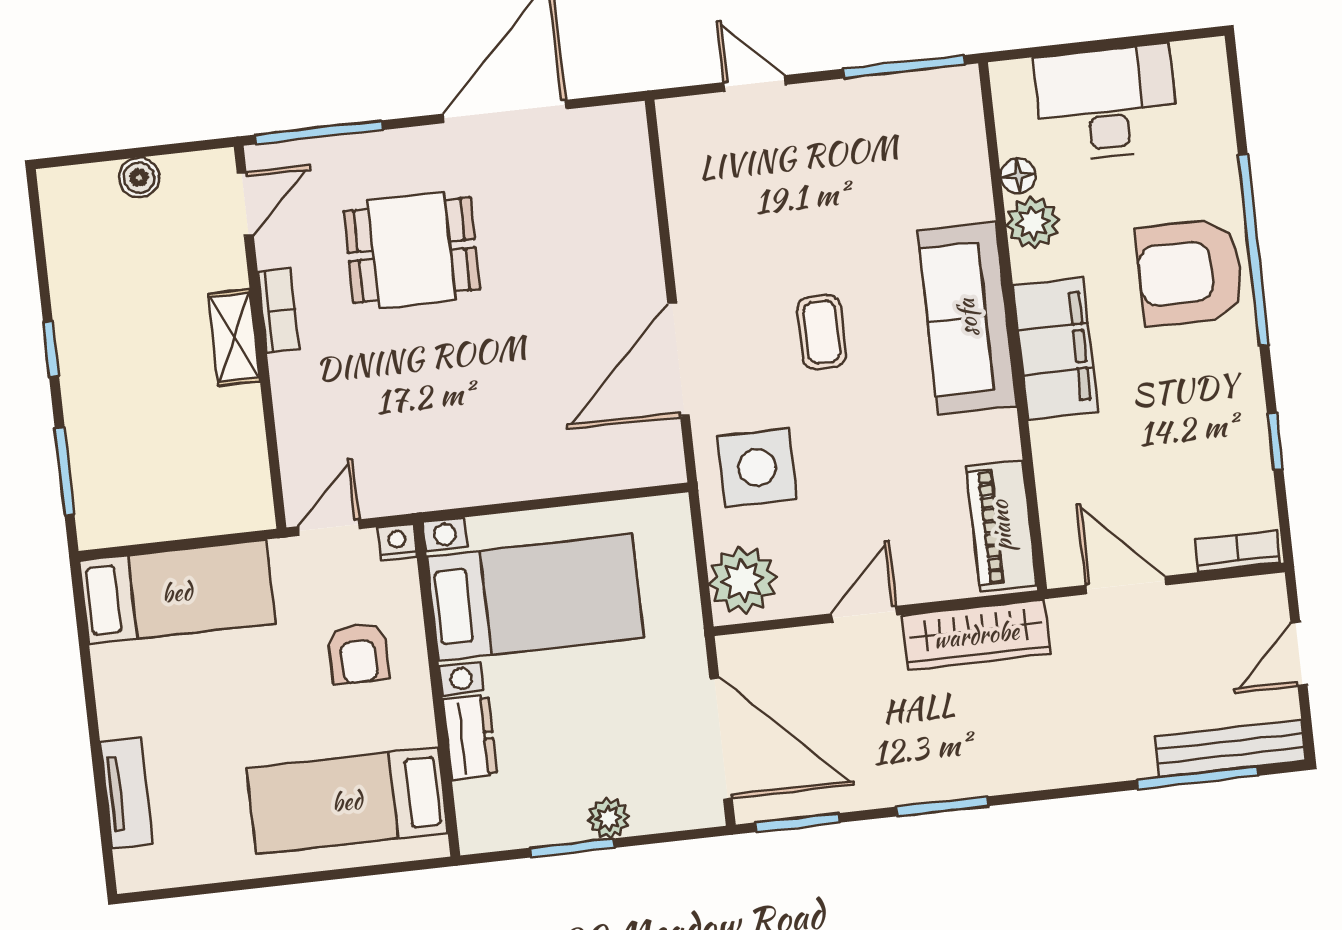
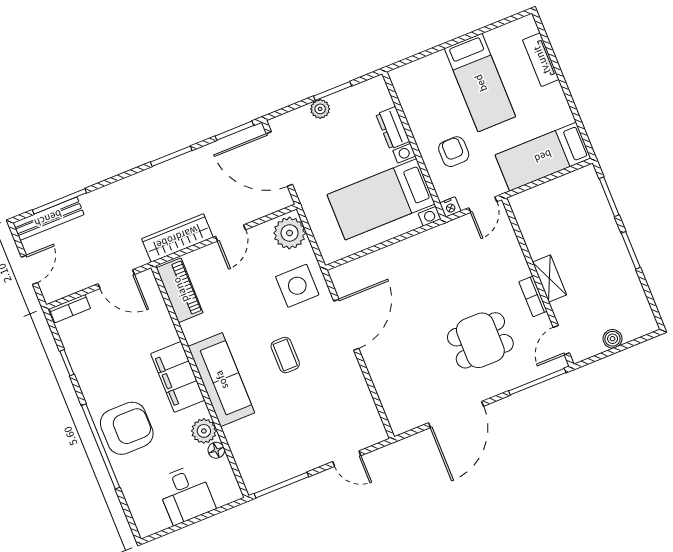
desk: (1106, 103) -> (186, 494), width x0.73
window: (51, 349) -> (631, 250), width x1.50
bed: (347, 801) -> (480, 83), moved, turned 90

